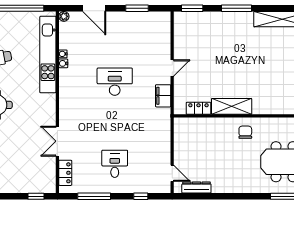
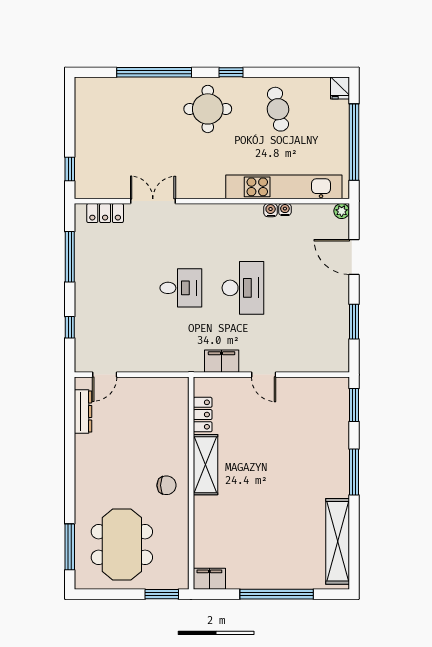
door: (94, 8) -> (354, 257), hinge flipped
desk: (115, 164) -> (181, 288), moved

